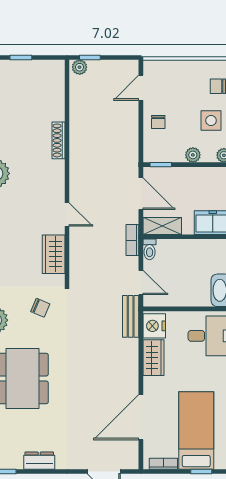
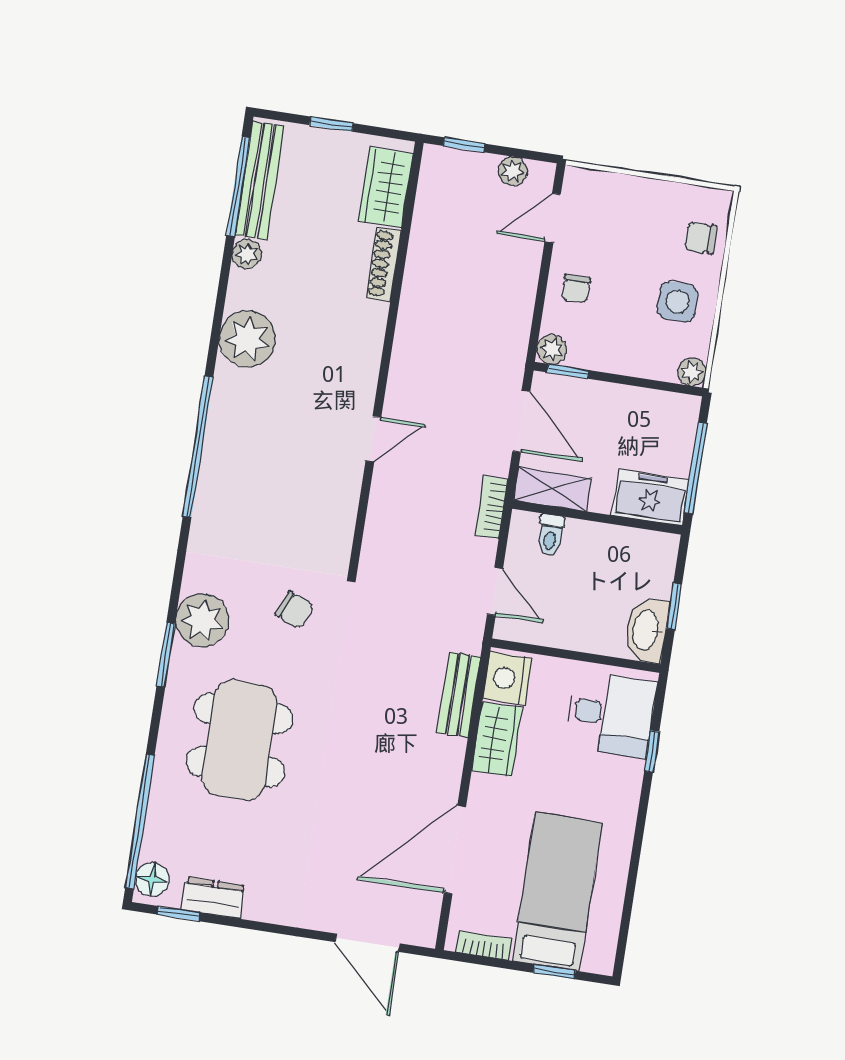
plant: (80, 67) -> (513, 171), moved
shoe rack: (59, 140) -> (384, 264), moved
plant: (193, 155) -> (552, 350), moved
door: (67, 215) -> (373, 439), hinge flipped
toilet: (150, 249) -> (551, 535), moved
wardrobe: (54, 254) -> (386, 187), moved
bench: (131, 316) -> (459, 695), moved
dresser: (39, 461) -> (213, 898), moved

